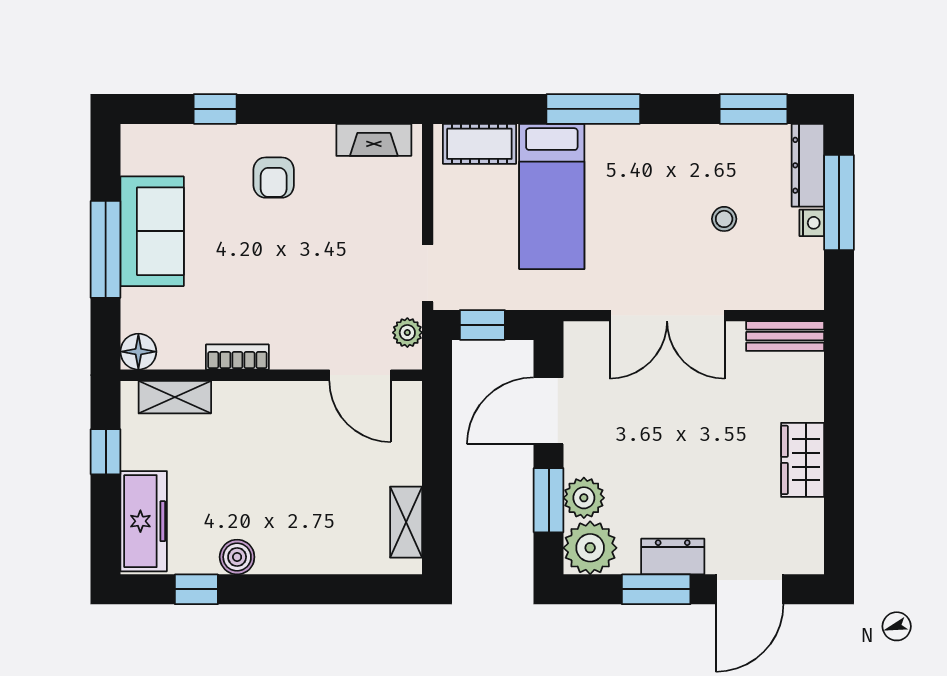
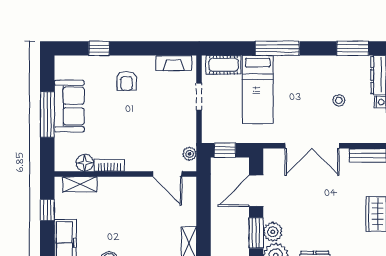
doorway: (428, 273) -> (199, 97), moved
floor lamp: (138, 352) -> (85, 163), moved

